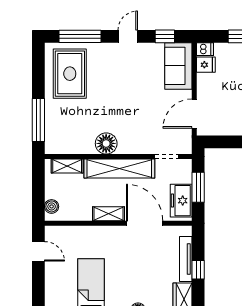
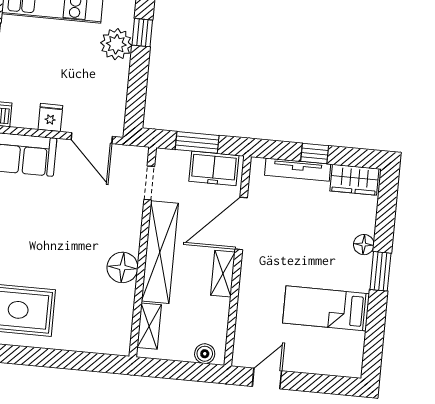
fridge: (206, 65) -> (50, 117), moved
window: (38, 120) -> (80, 361), removed

